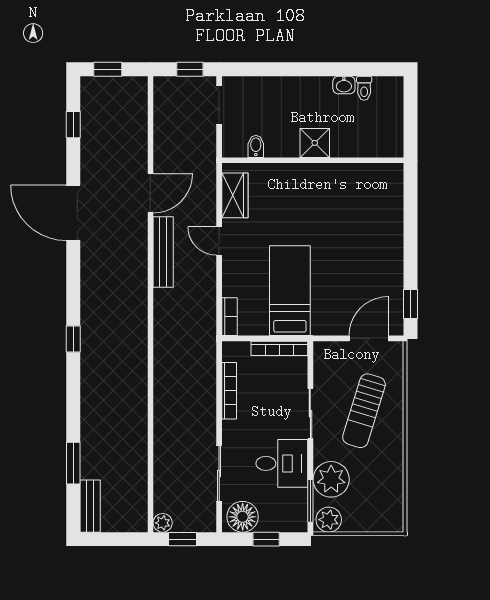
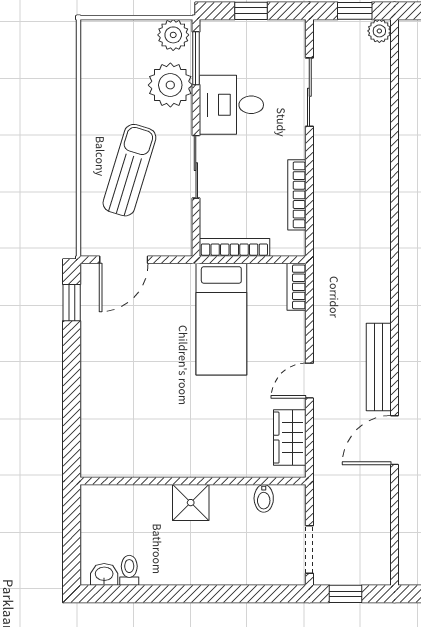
washbasin: (344, 85) -> (104, 574), moved
door: (219, 241) -> (309, 381), swing flipped
floor lamp: (243, 517) -> (280, 39), removed

